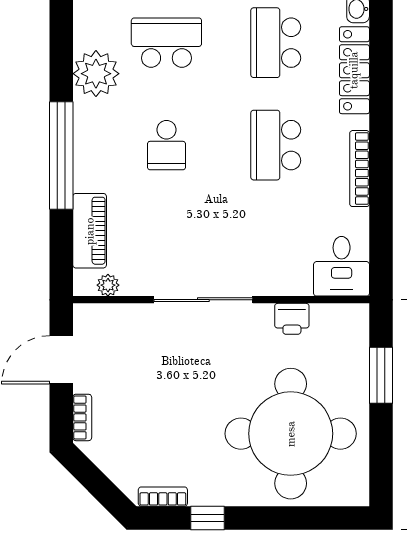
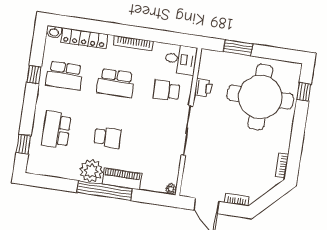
plant: (96, 74) -> (91, 171), moved
piano: (90, 231) -> (122, 179), moved
school desk: (276, 248) -> (167, 91), added
plant: (108, 285) -> (171, 189), moved
window: (207, 518) -> (304, 92), moved

